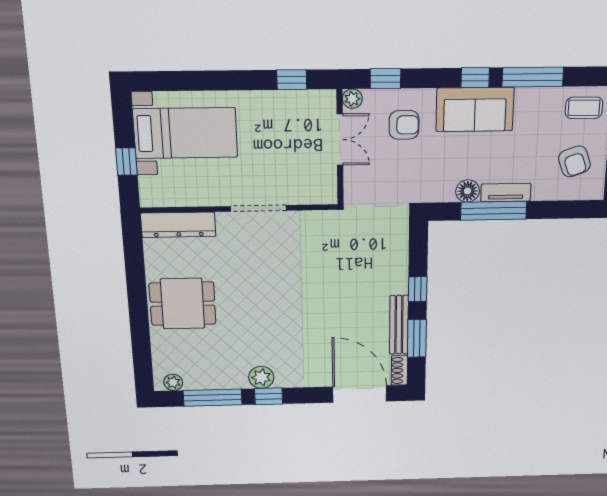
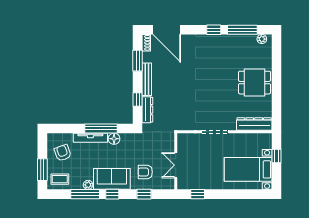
window: (385, 79) -> (144, 194), moved
plant: (352, 99) -> (88, 185), moved
tv unit: (506, 192) -> (90, 138), width x1.41
dresser: (398, 248) -> (147, 110), added
window: (418, 289) -> (138, 99), moved
bench: (399, 325) -> (147, 79), moved
plant: (261, 377) -> (217, 41), removed

